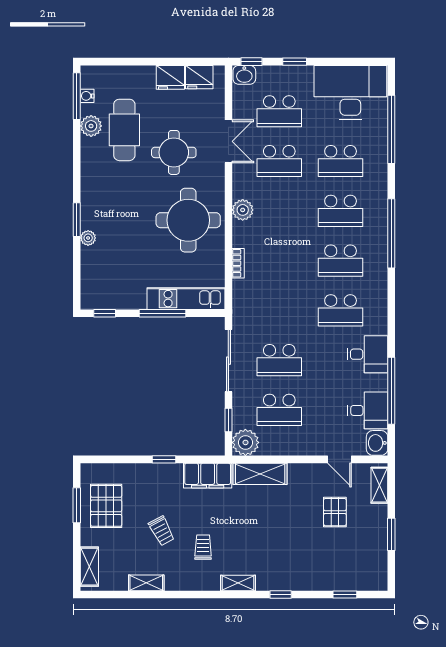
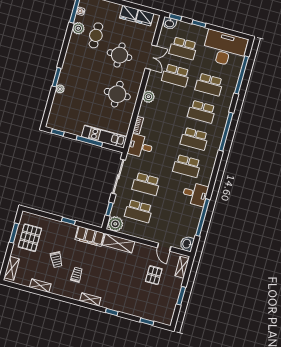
cafe table: (124, 130) -> (96, 35), width x0.73, depth x0.74
round table: (188, 220) -> (117, 94), width x0.73, depth x0.73
desk: (368, 410) -> (140, 146), moved, turned 180

